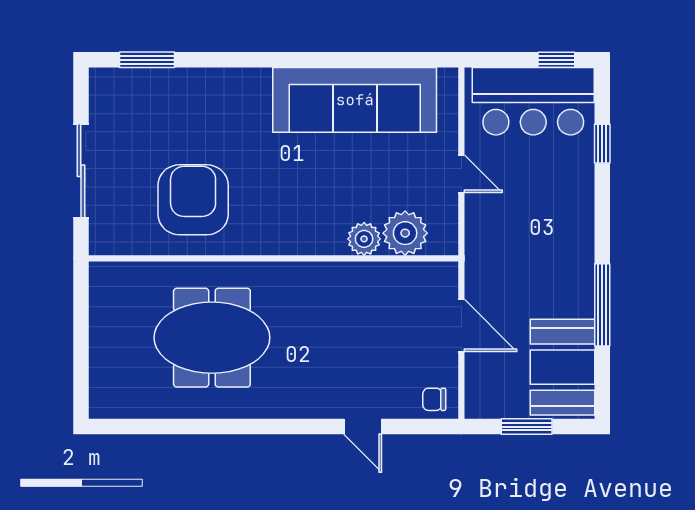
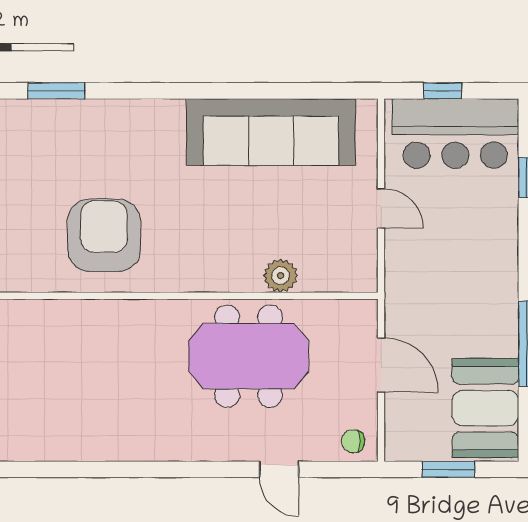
window: (556, 60) -> (443, 91), moved
plant: (405, 233) -> (323, 270), removed
meeting table: (212, 338) -> (249, 356), moved

